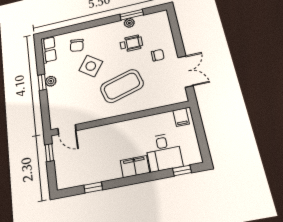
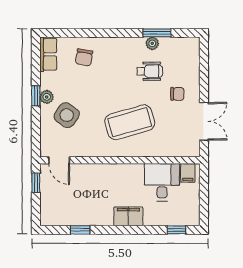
side table: (91, 66) -> (67, 115), moved
desk: (164, 152) -> (162, 182), moved, turned 180

